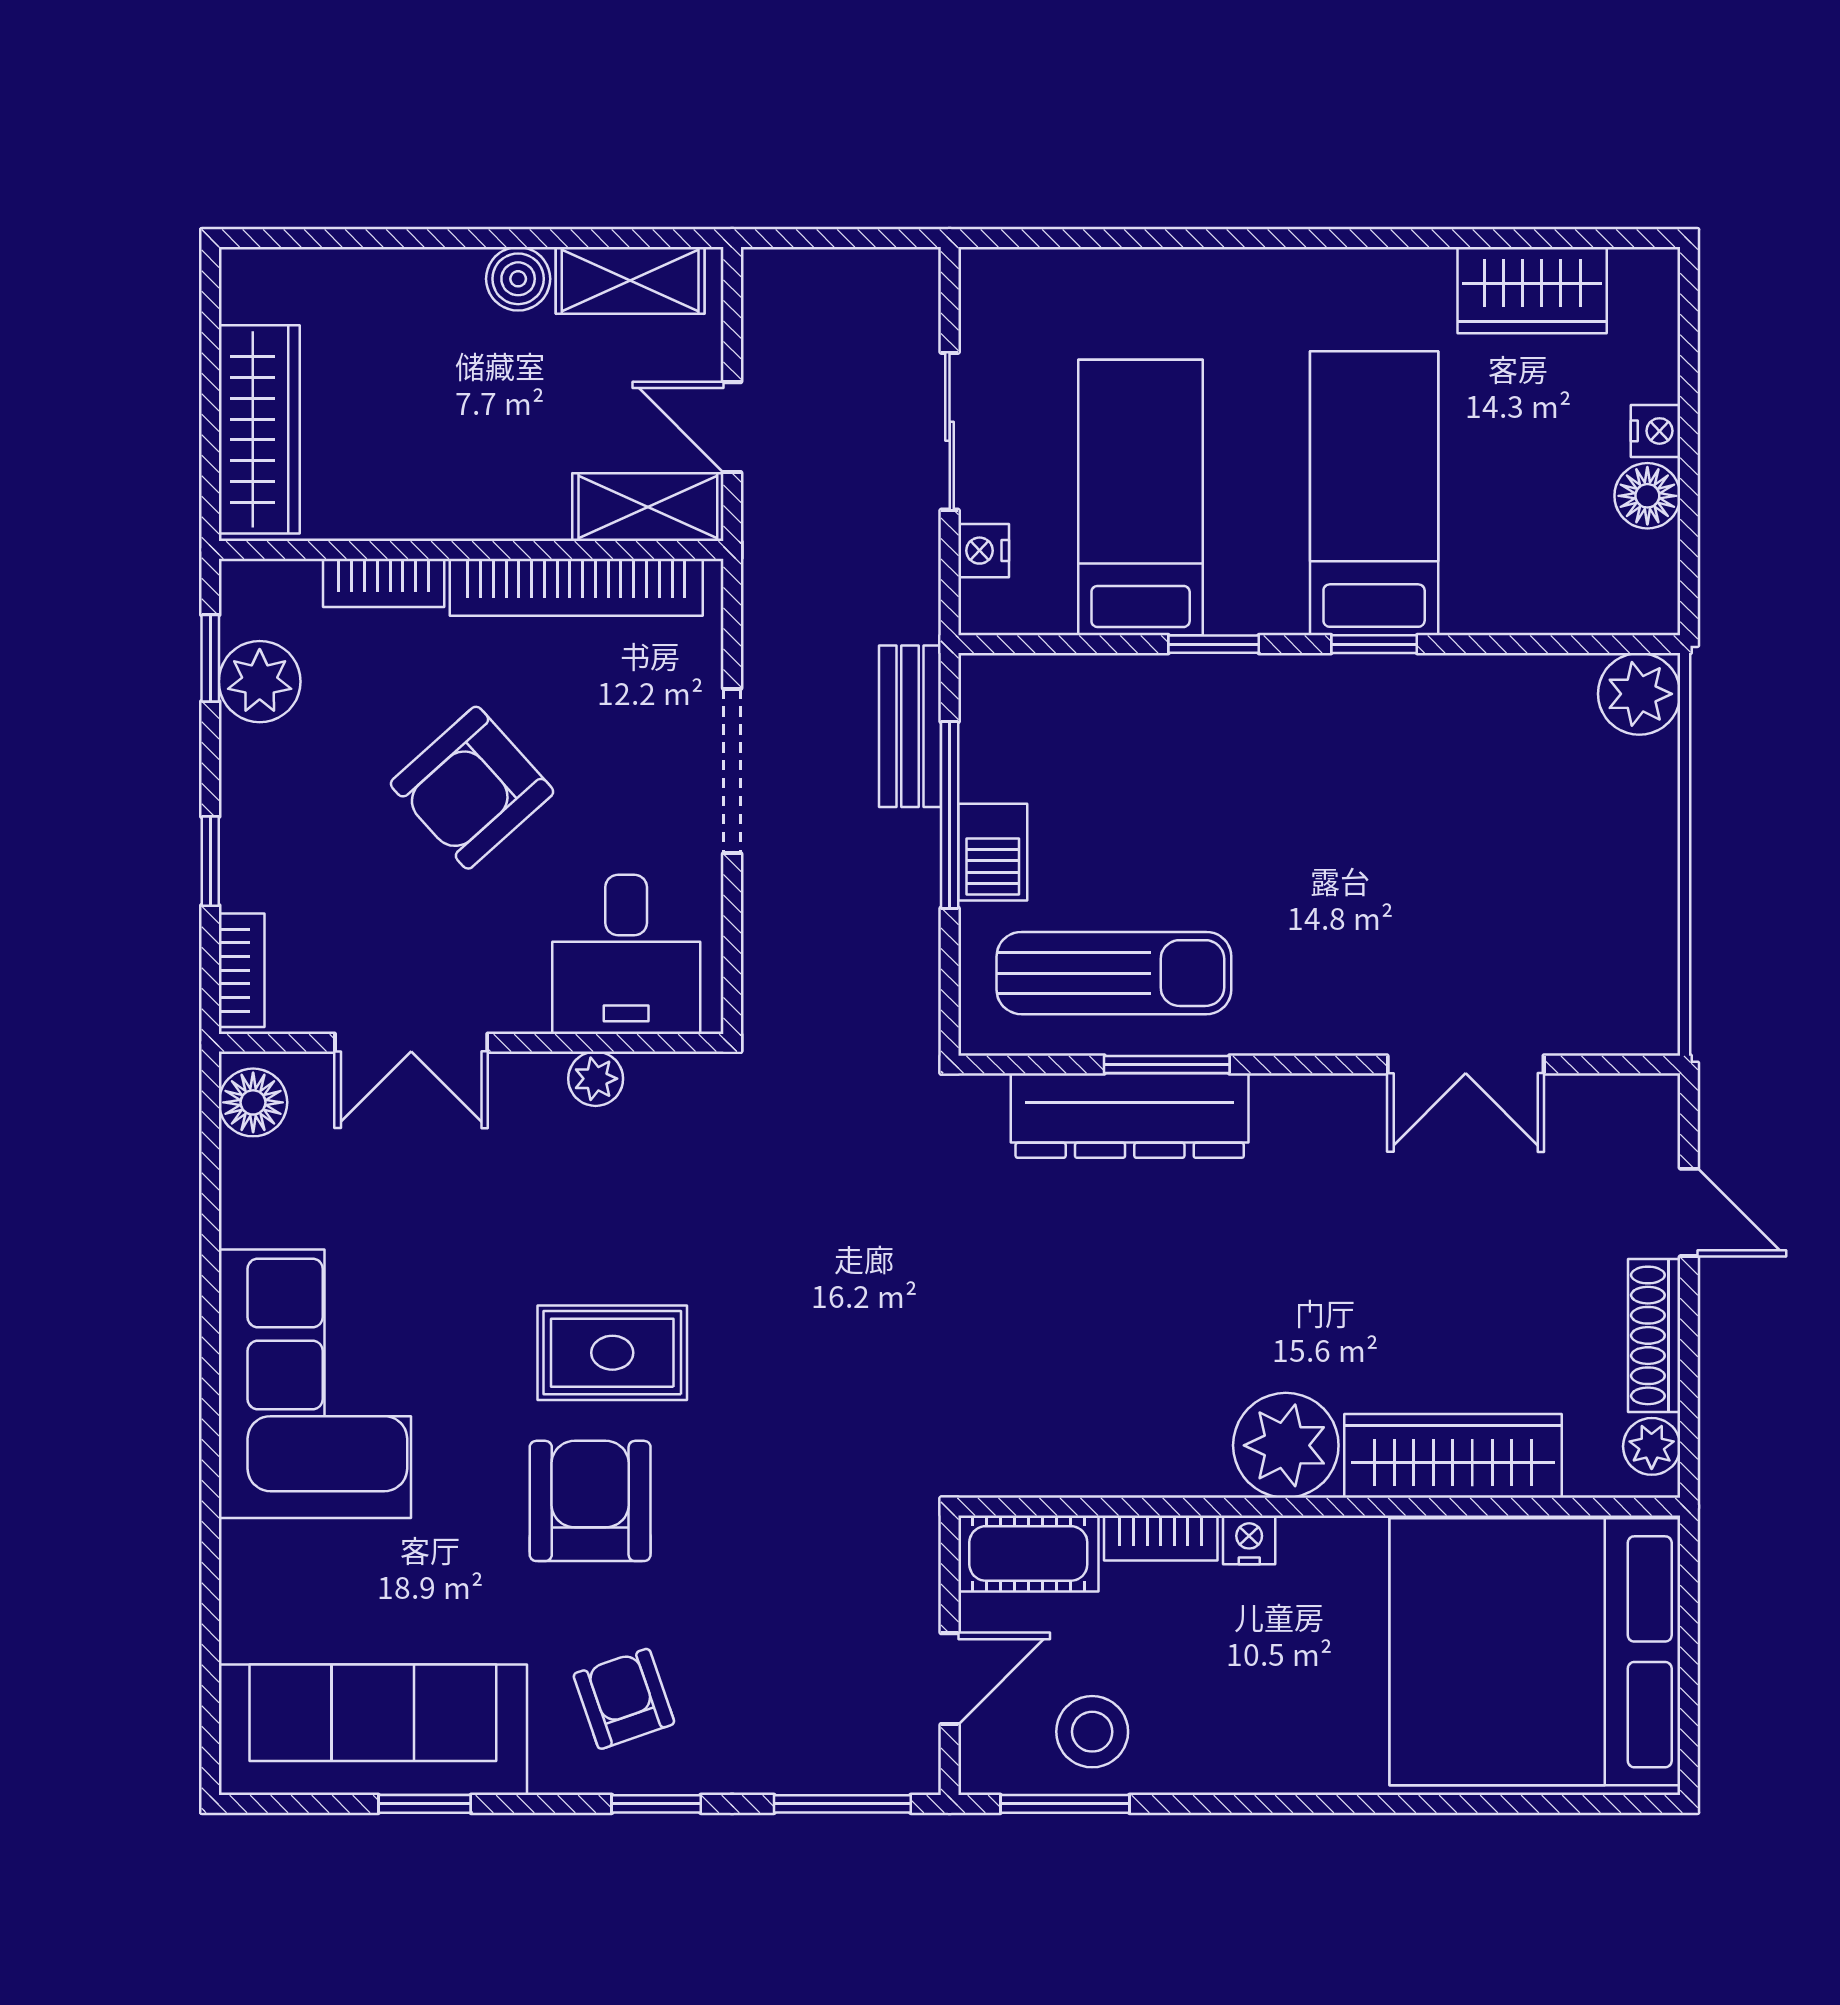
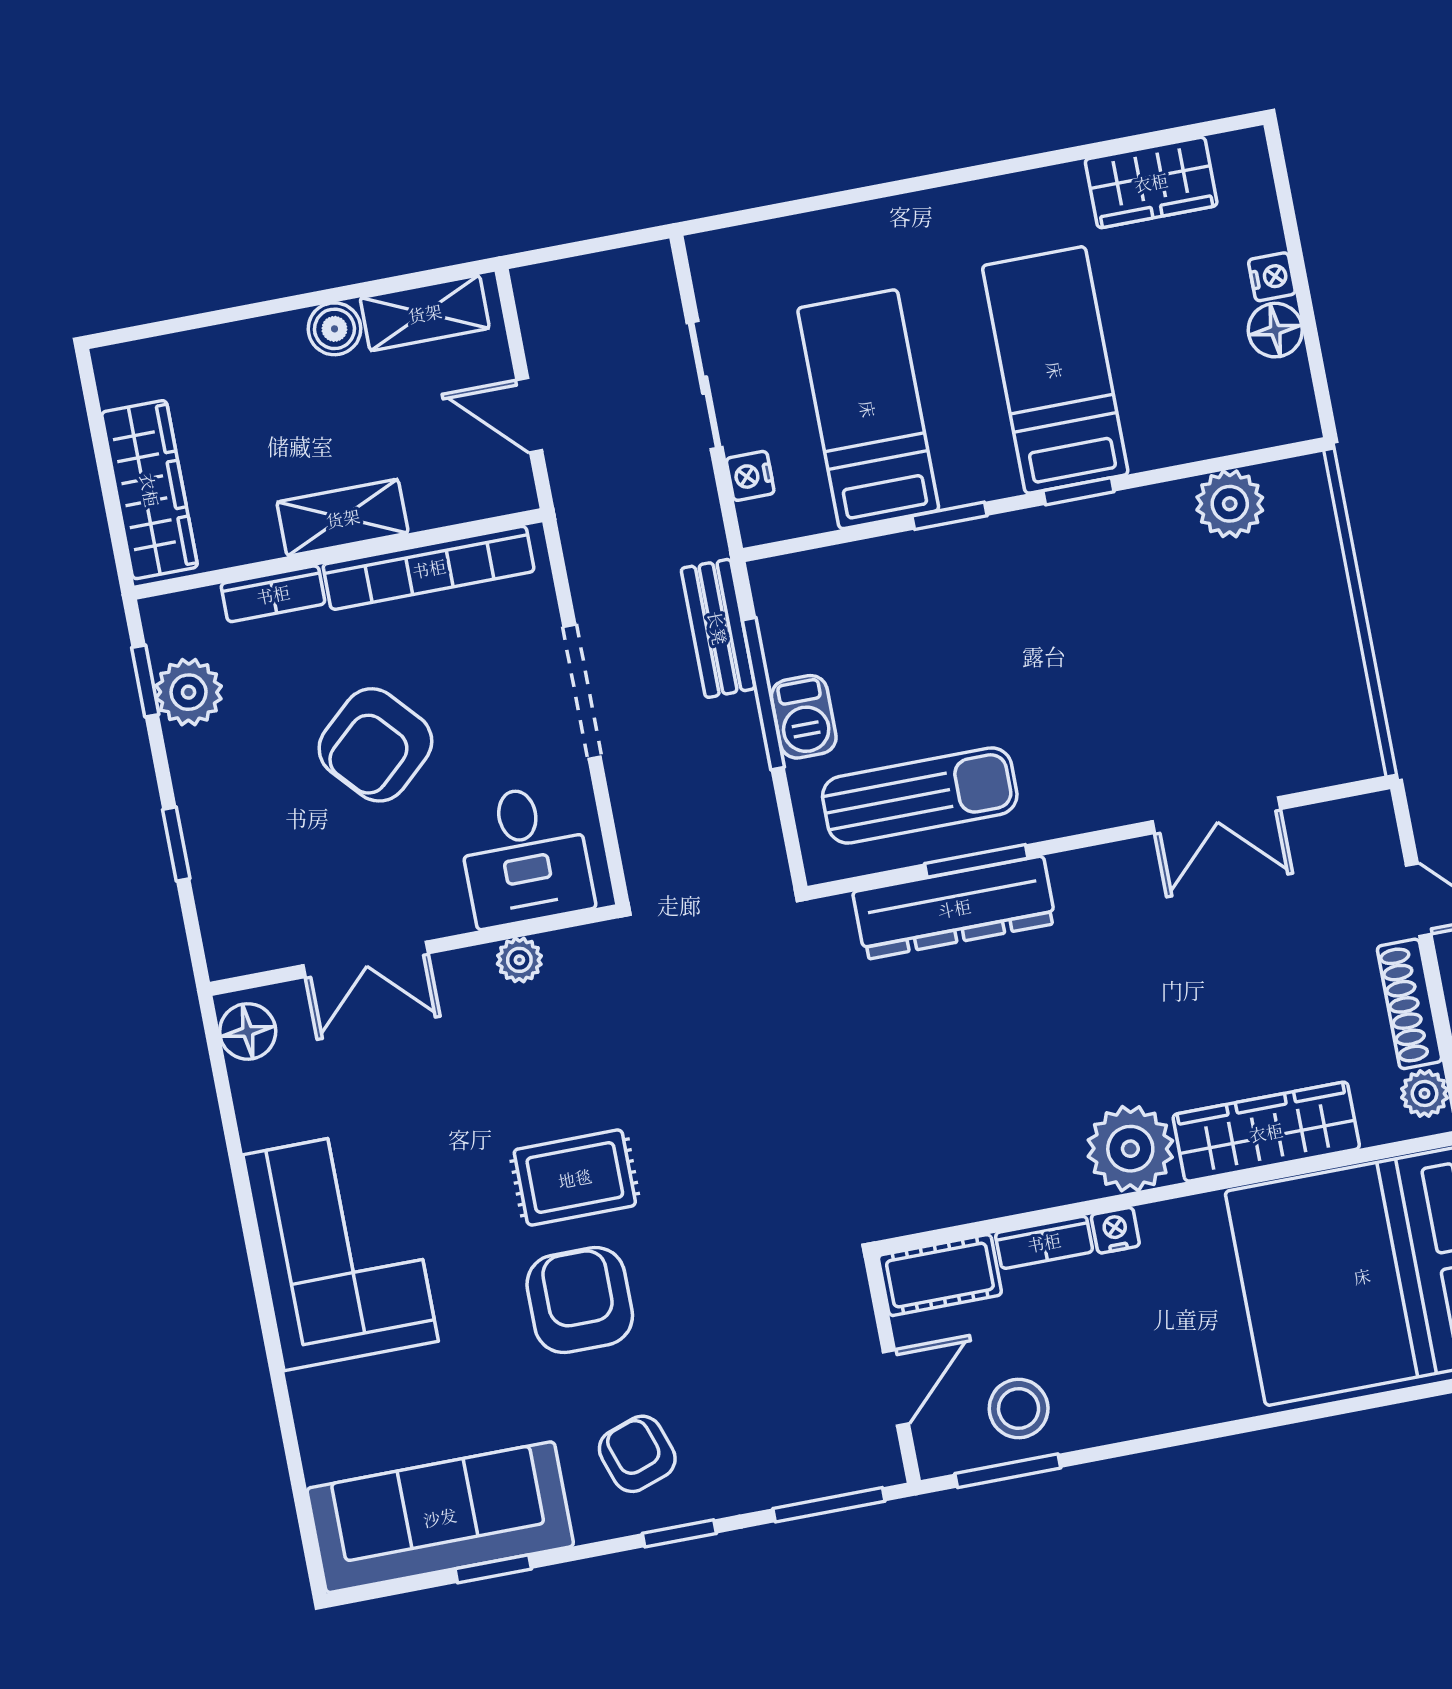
shelving: (648, 507) -> (343, 518), moved
plant: (1639, 694) -> (1230, 504), moved
bookcase: (242, 970) -> (218, 927), removed

